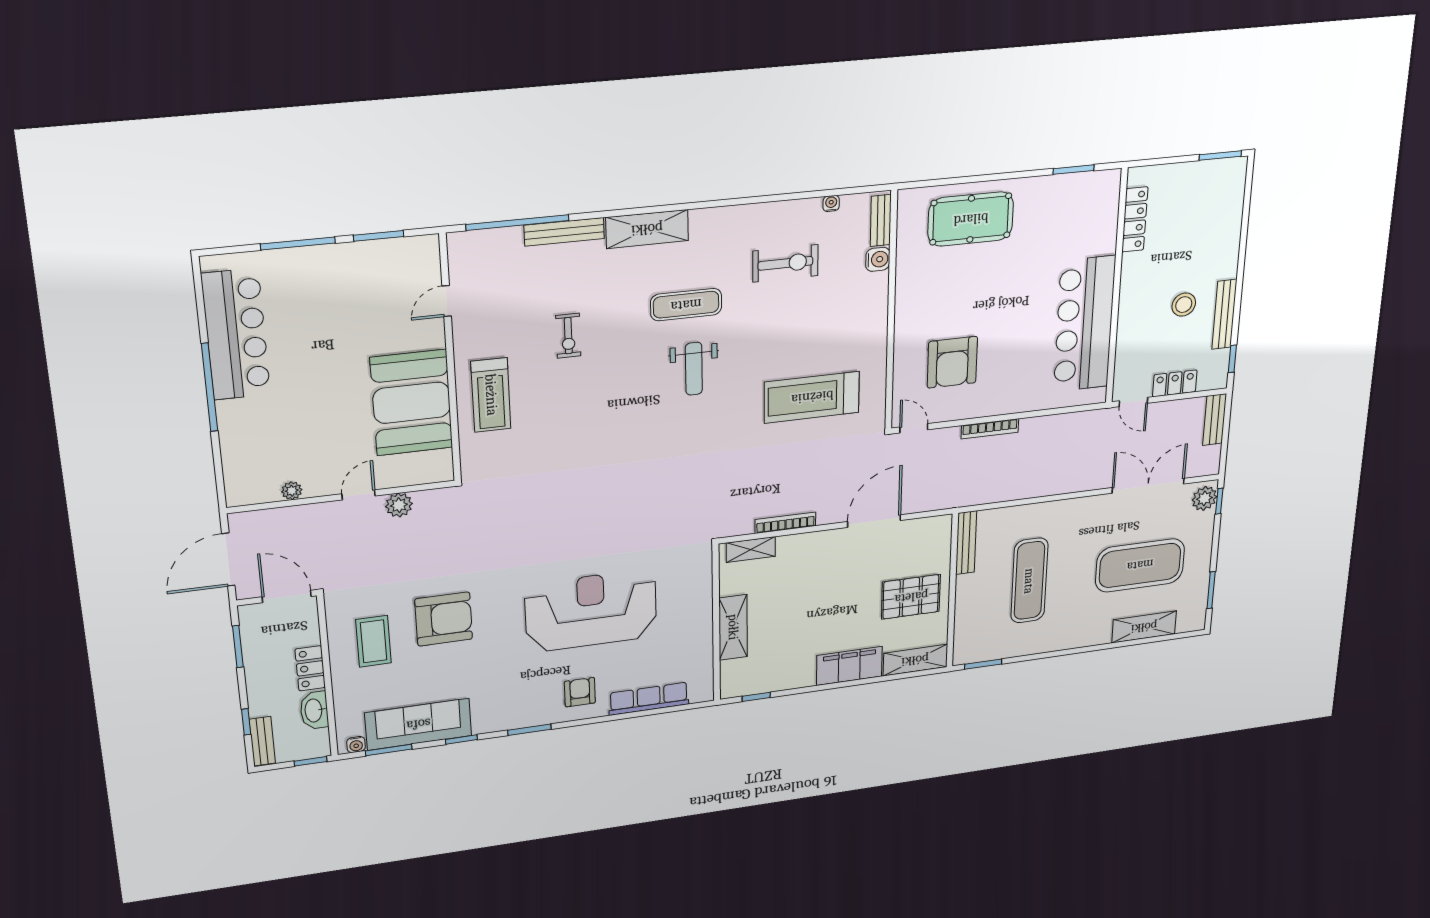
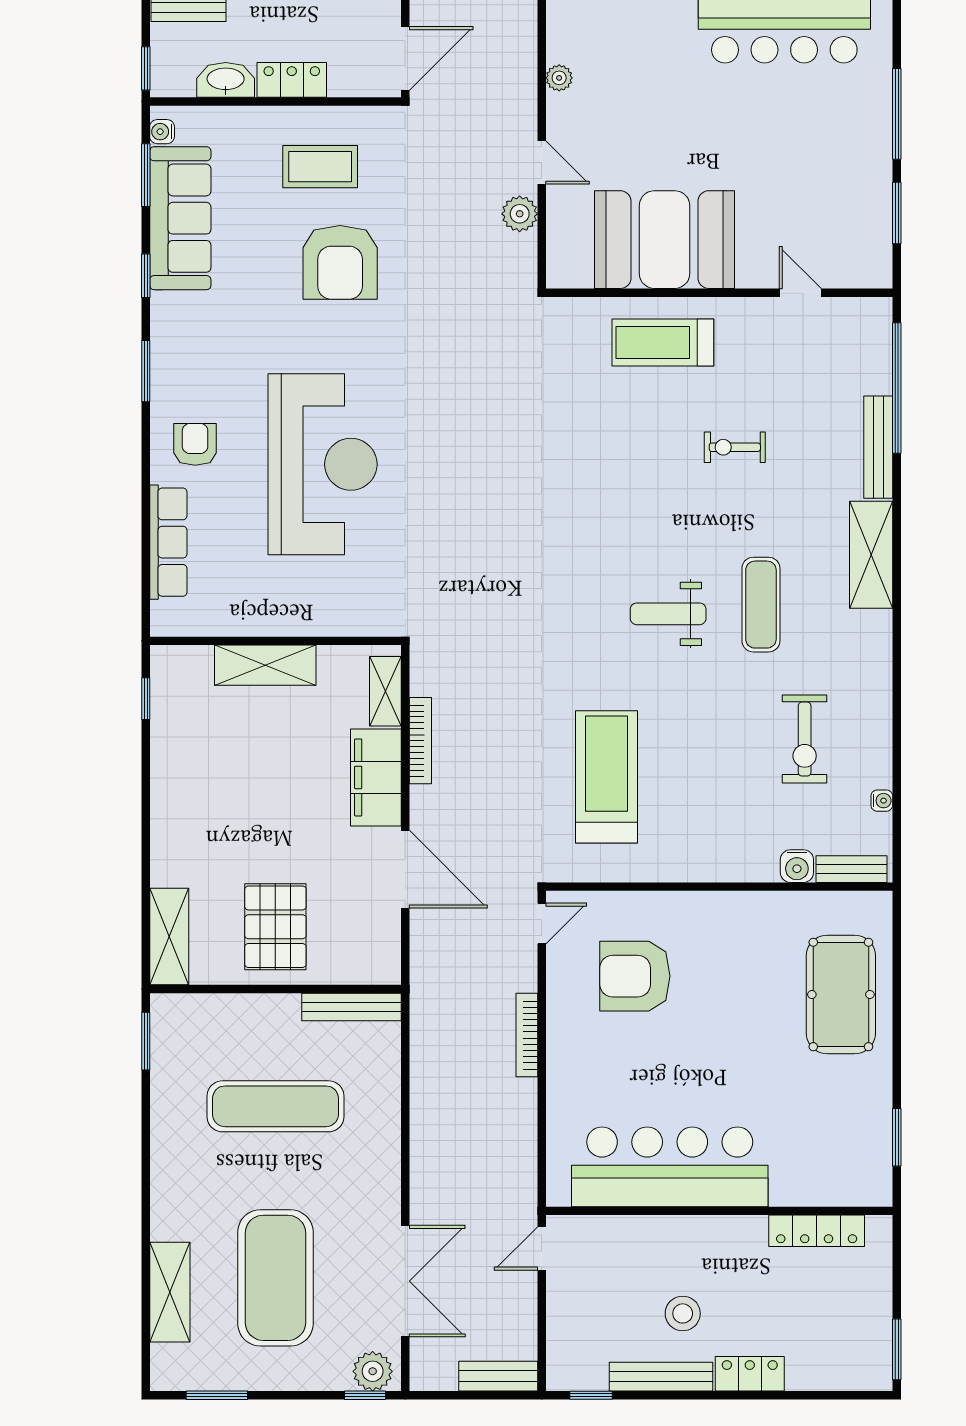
locker: (1175, 383) -> (750, 1374), moved, turned -90
filing cabinet: (849, 666) -> (376, 777), moved, turned 180
armchair: (580, 692) -> (195, 444), turned -90

